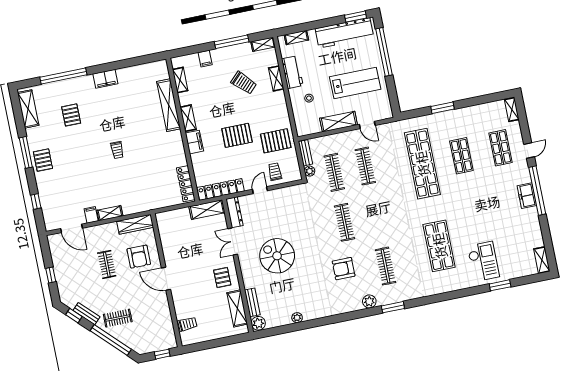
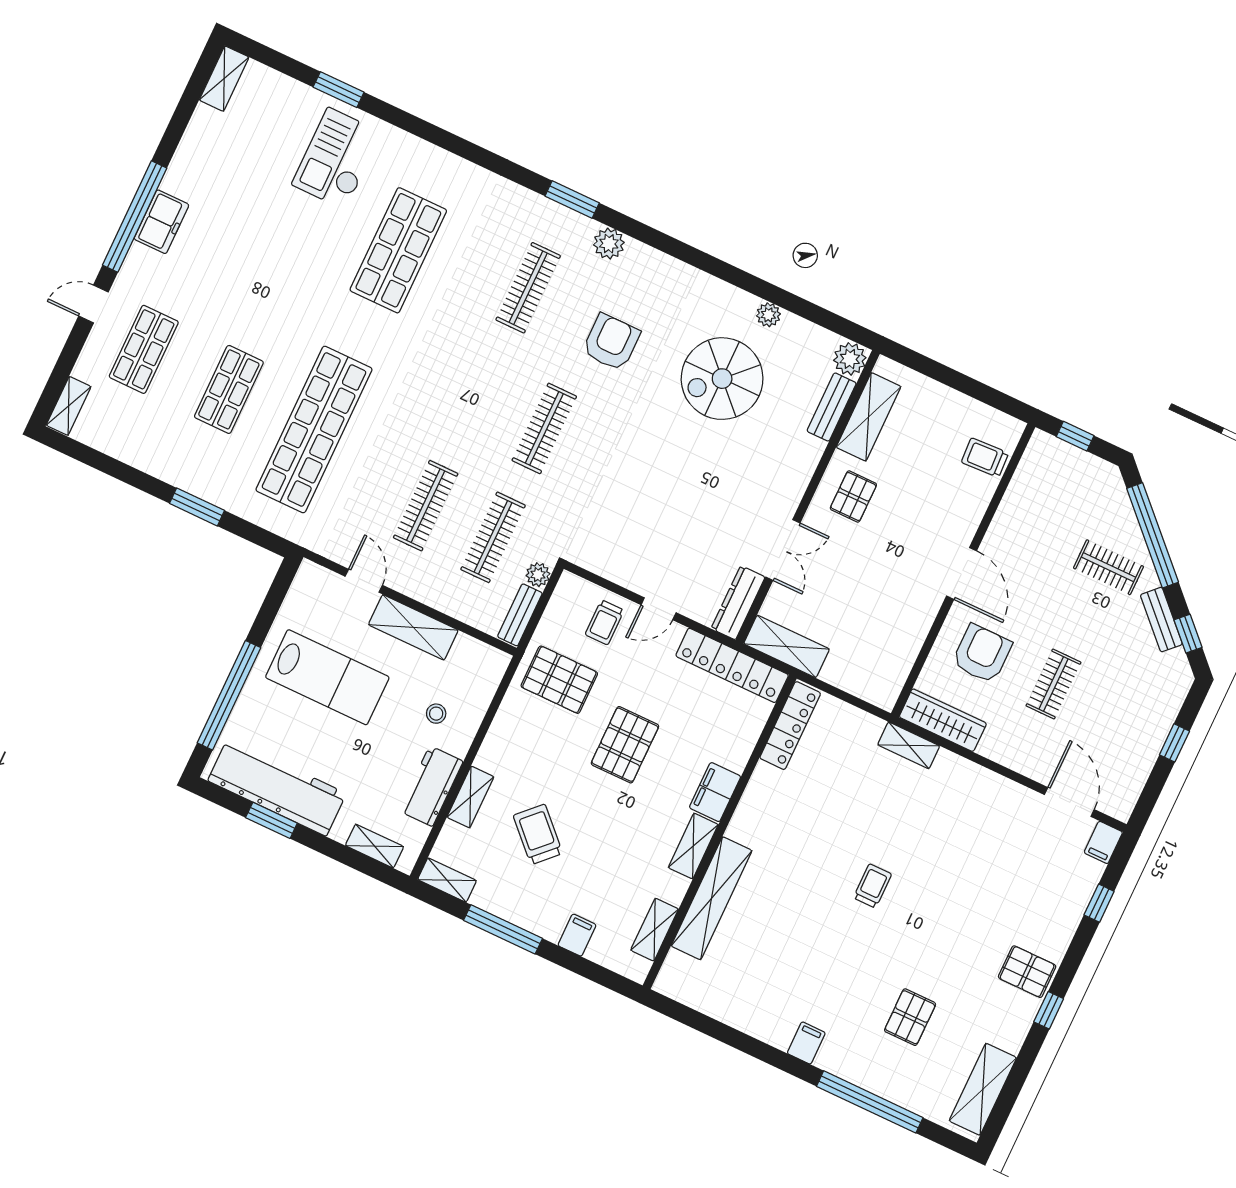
window: (356, 17) -> (271, 820), moved
filing cabinet: (105, 79) -> (806, 1043), width x0.50
lab bench: (355, 83) -> (327, 677), turned 180
pallet: (237, 135) -> (625, 745), turned 90
window: (26, 152) -> (1049, 1010), width x0.46
pallet: (43, 160) -> (1027, 972), turned 90
shelving: (110, 213) -> (909, 745), moved
filing cabinet: (91, 215) -> (1103, 842), moved
spiral stairs: (277, 256) -> (722, 379), moved, turned 90
armchair: (344, 269) -> (611, 342), turned -90

